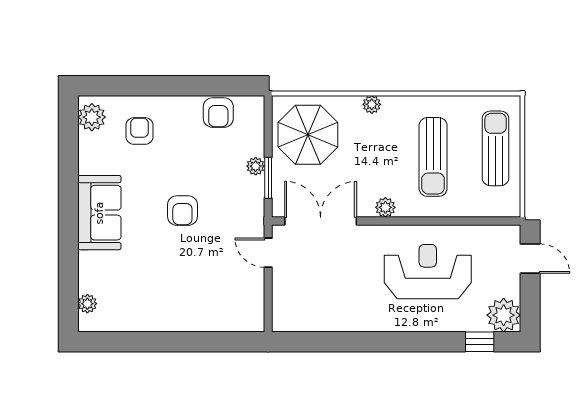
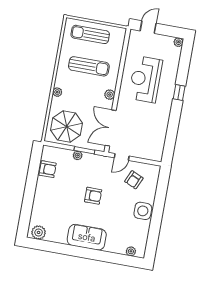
armchair: (139, 131) -> (134, 180), moved, turned -66
side table: (170, 313) -> (143, 211), added
plant: (504, 315) -> (179, 42), width x0.53, depth x0.53
window: (480, 342) -> (179, 92), moved

